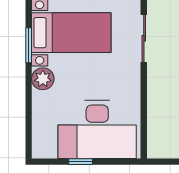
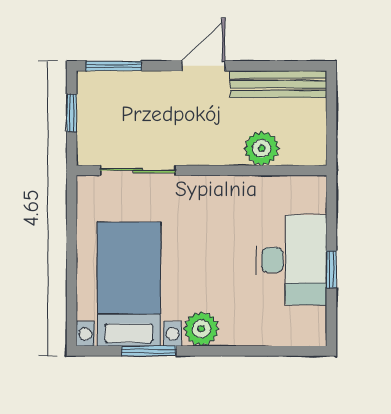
plant: (158, 117) -> (262, 148), added
desk: (97, 129) -> (291, 260), width x0.73, depth x0.77

